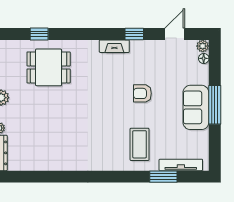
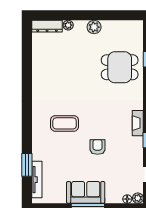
dining table: (49, 67) -> (120, 67), turned 90
coffee table: (140, 144) -> (65, 123), moved

